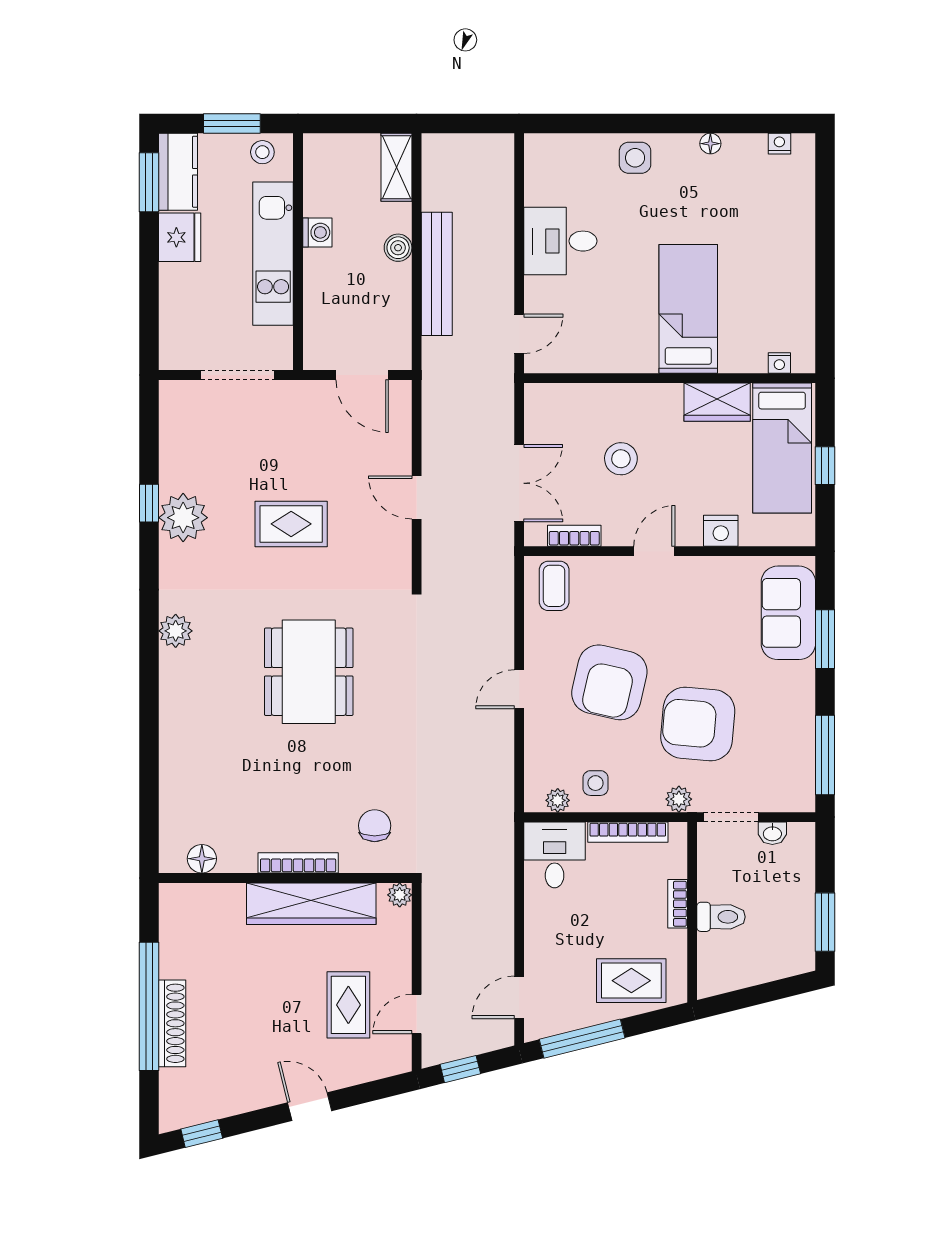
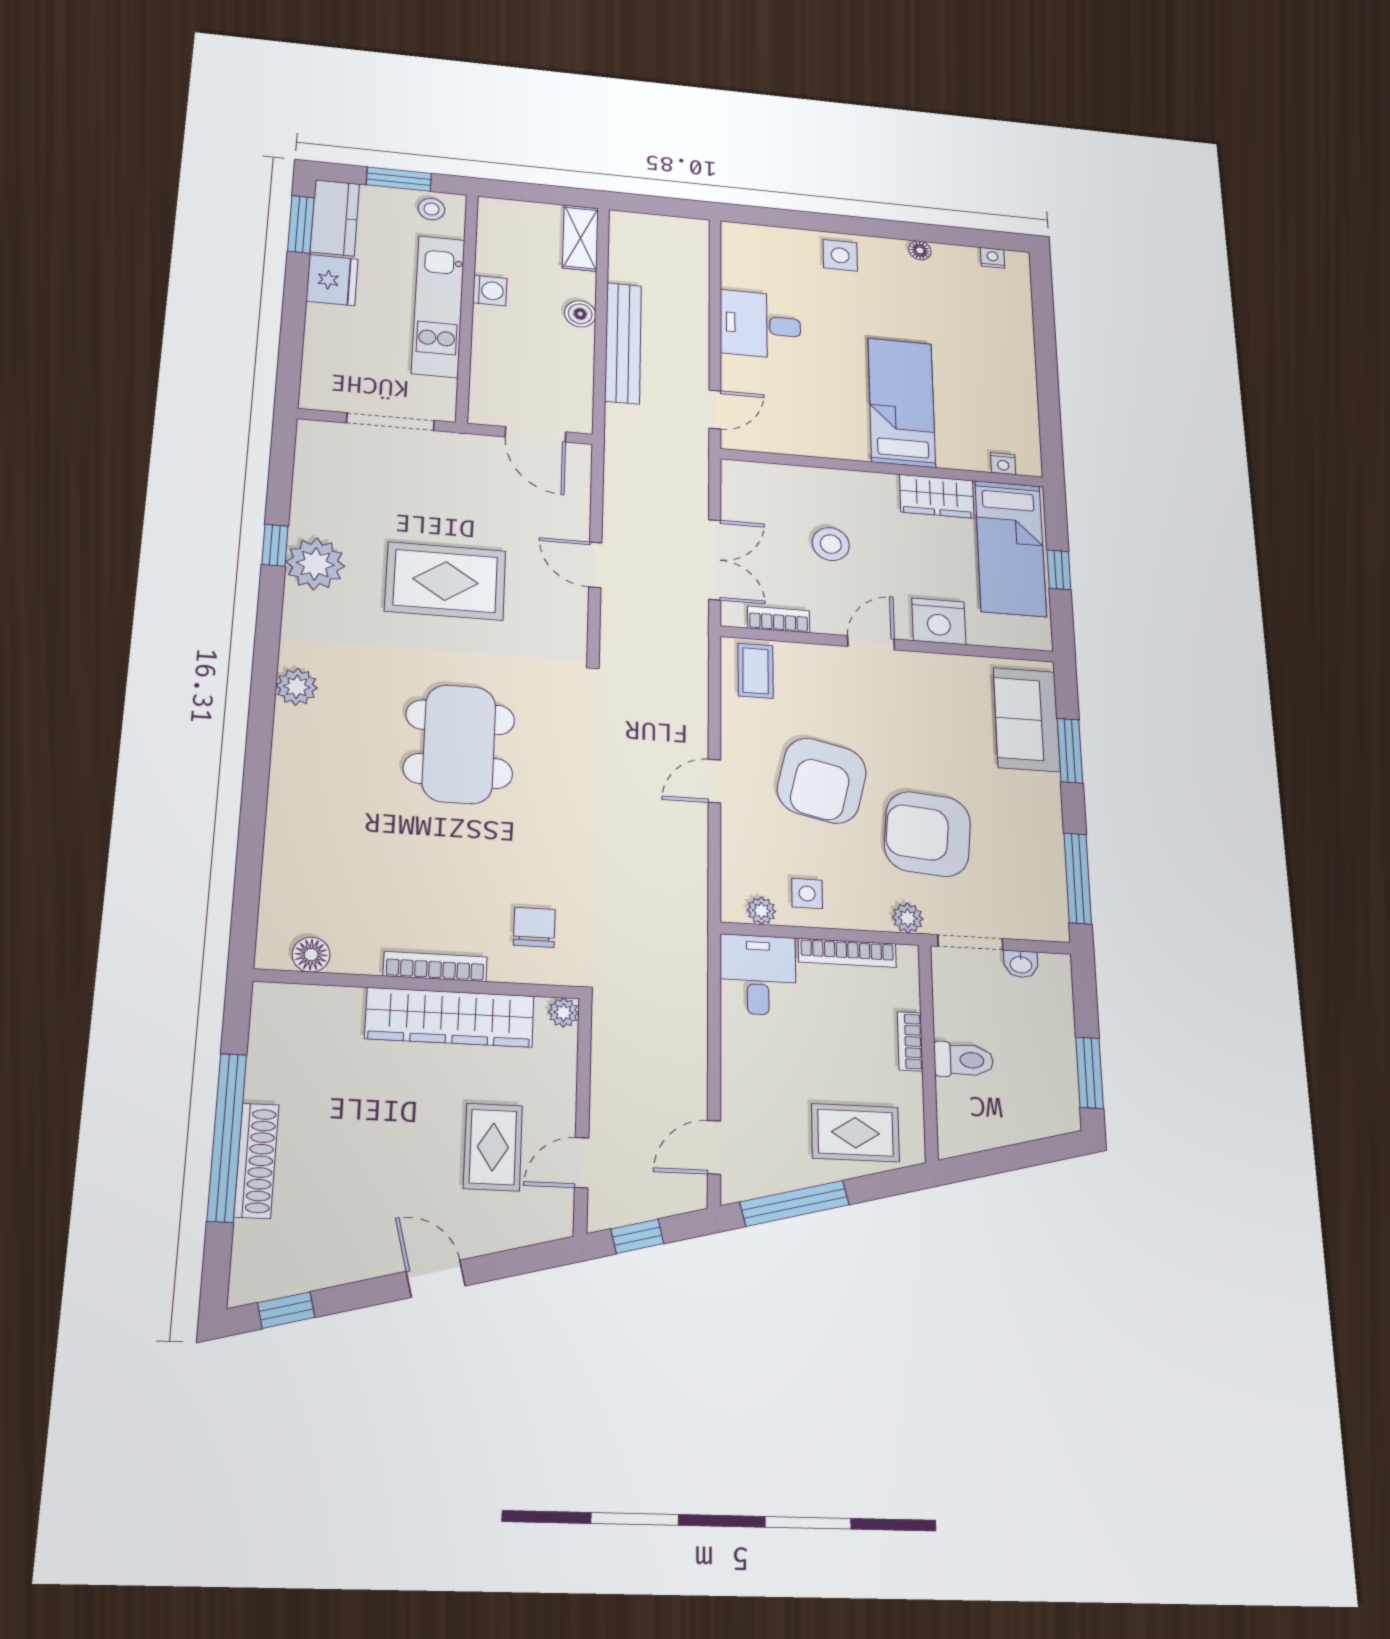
rug: (291, 524) -> (445, 581), width x1.36, depth x1.43
nightstand: (721, 531) -> (939, 621), width x1.36, depth x1.33

